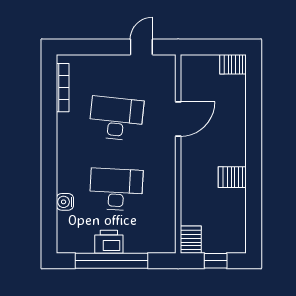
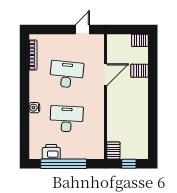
server rack: (232, 177) -> (139, 71), moved
water cooler: (65, 202) -> (34, 108), moved
printer: (109, 242) -> (51, 152), moved

